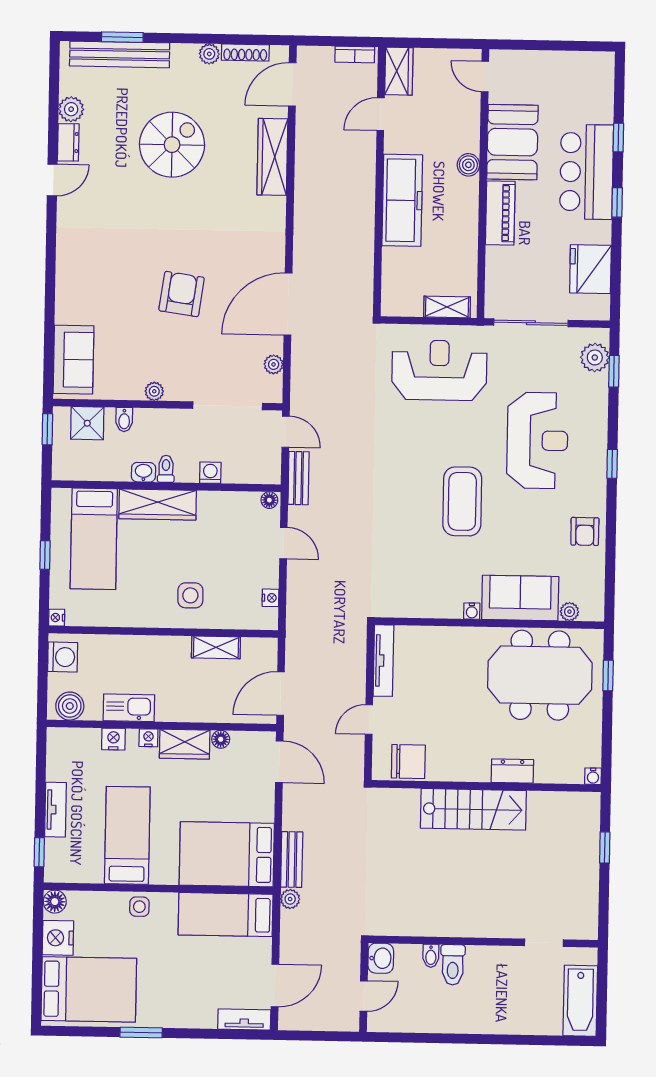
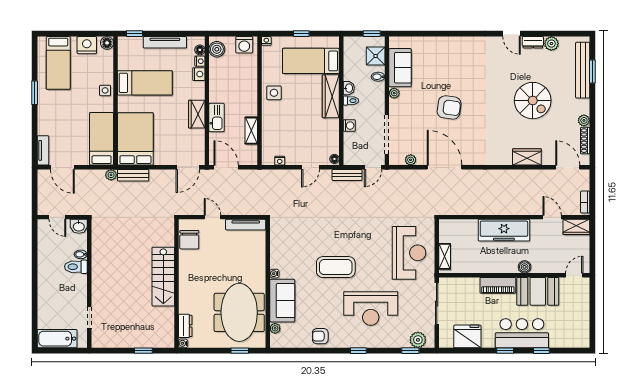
wardrobe: (272, 157) -> (527, 157), width x0.67
sofa: (73, 360) -> (400, 68), moved, turned -90
side table: (190, 595) -> (274, 93), moved
kitchen sink: (129, 708) -> (217, 118), moved
nightstand: (148, 738) -> (200, 61), moved
floor lamp: (221, 739) -> (200, 50), moved
dresser: (512, 771) -> (185, 326), moved
tv unit: (55, 810) -> (165, 42), width x1.41
bed: (89, 989) -> (58, 63), width x0.67

